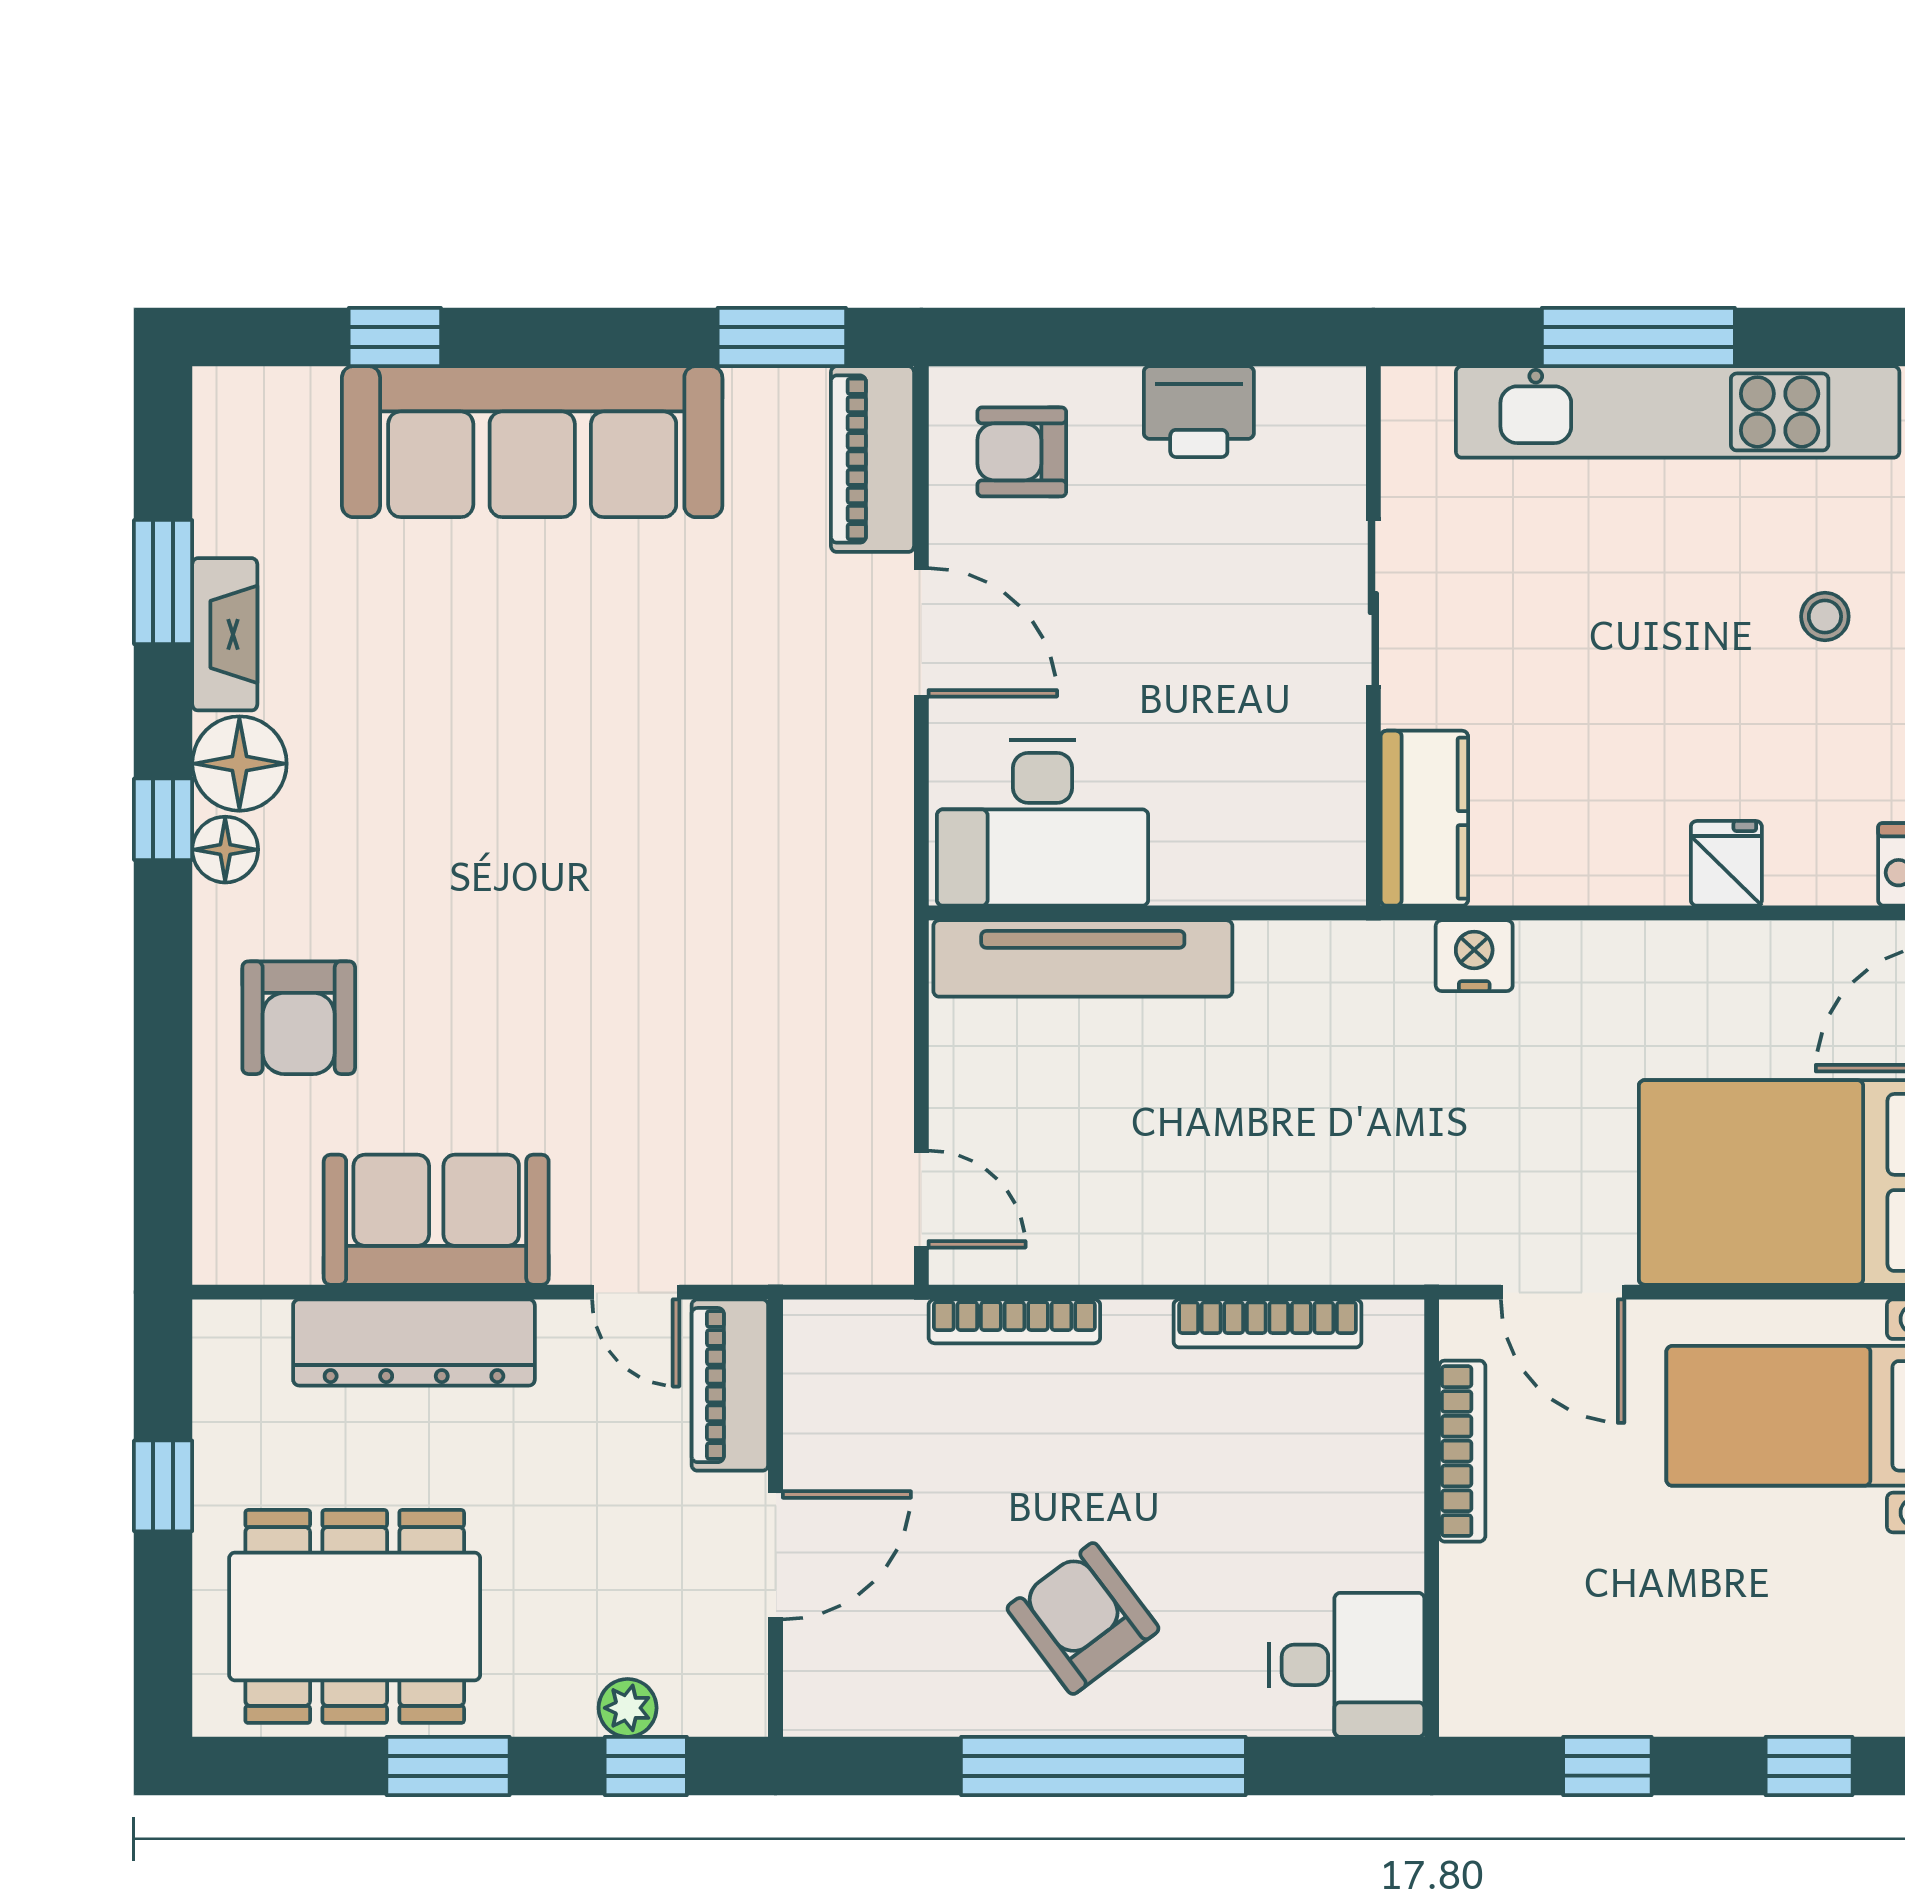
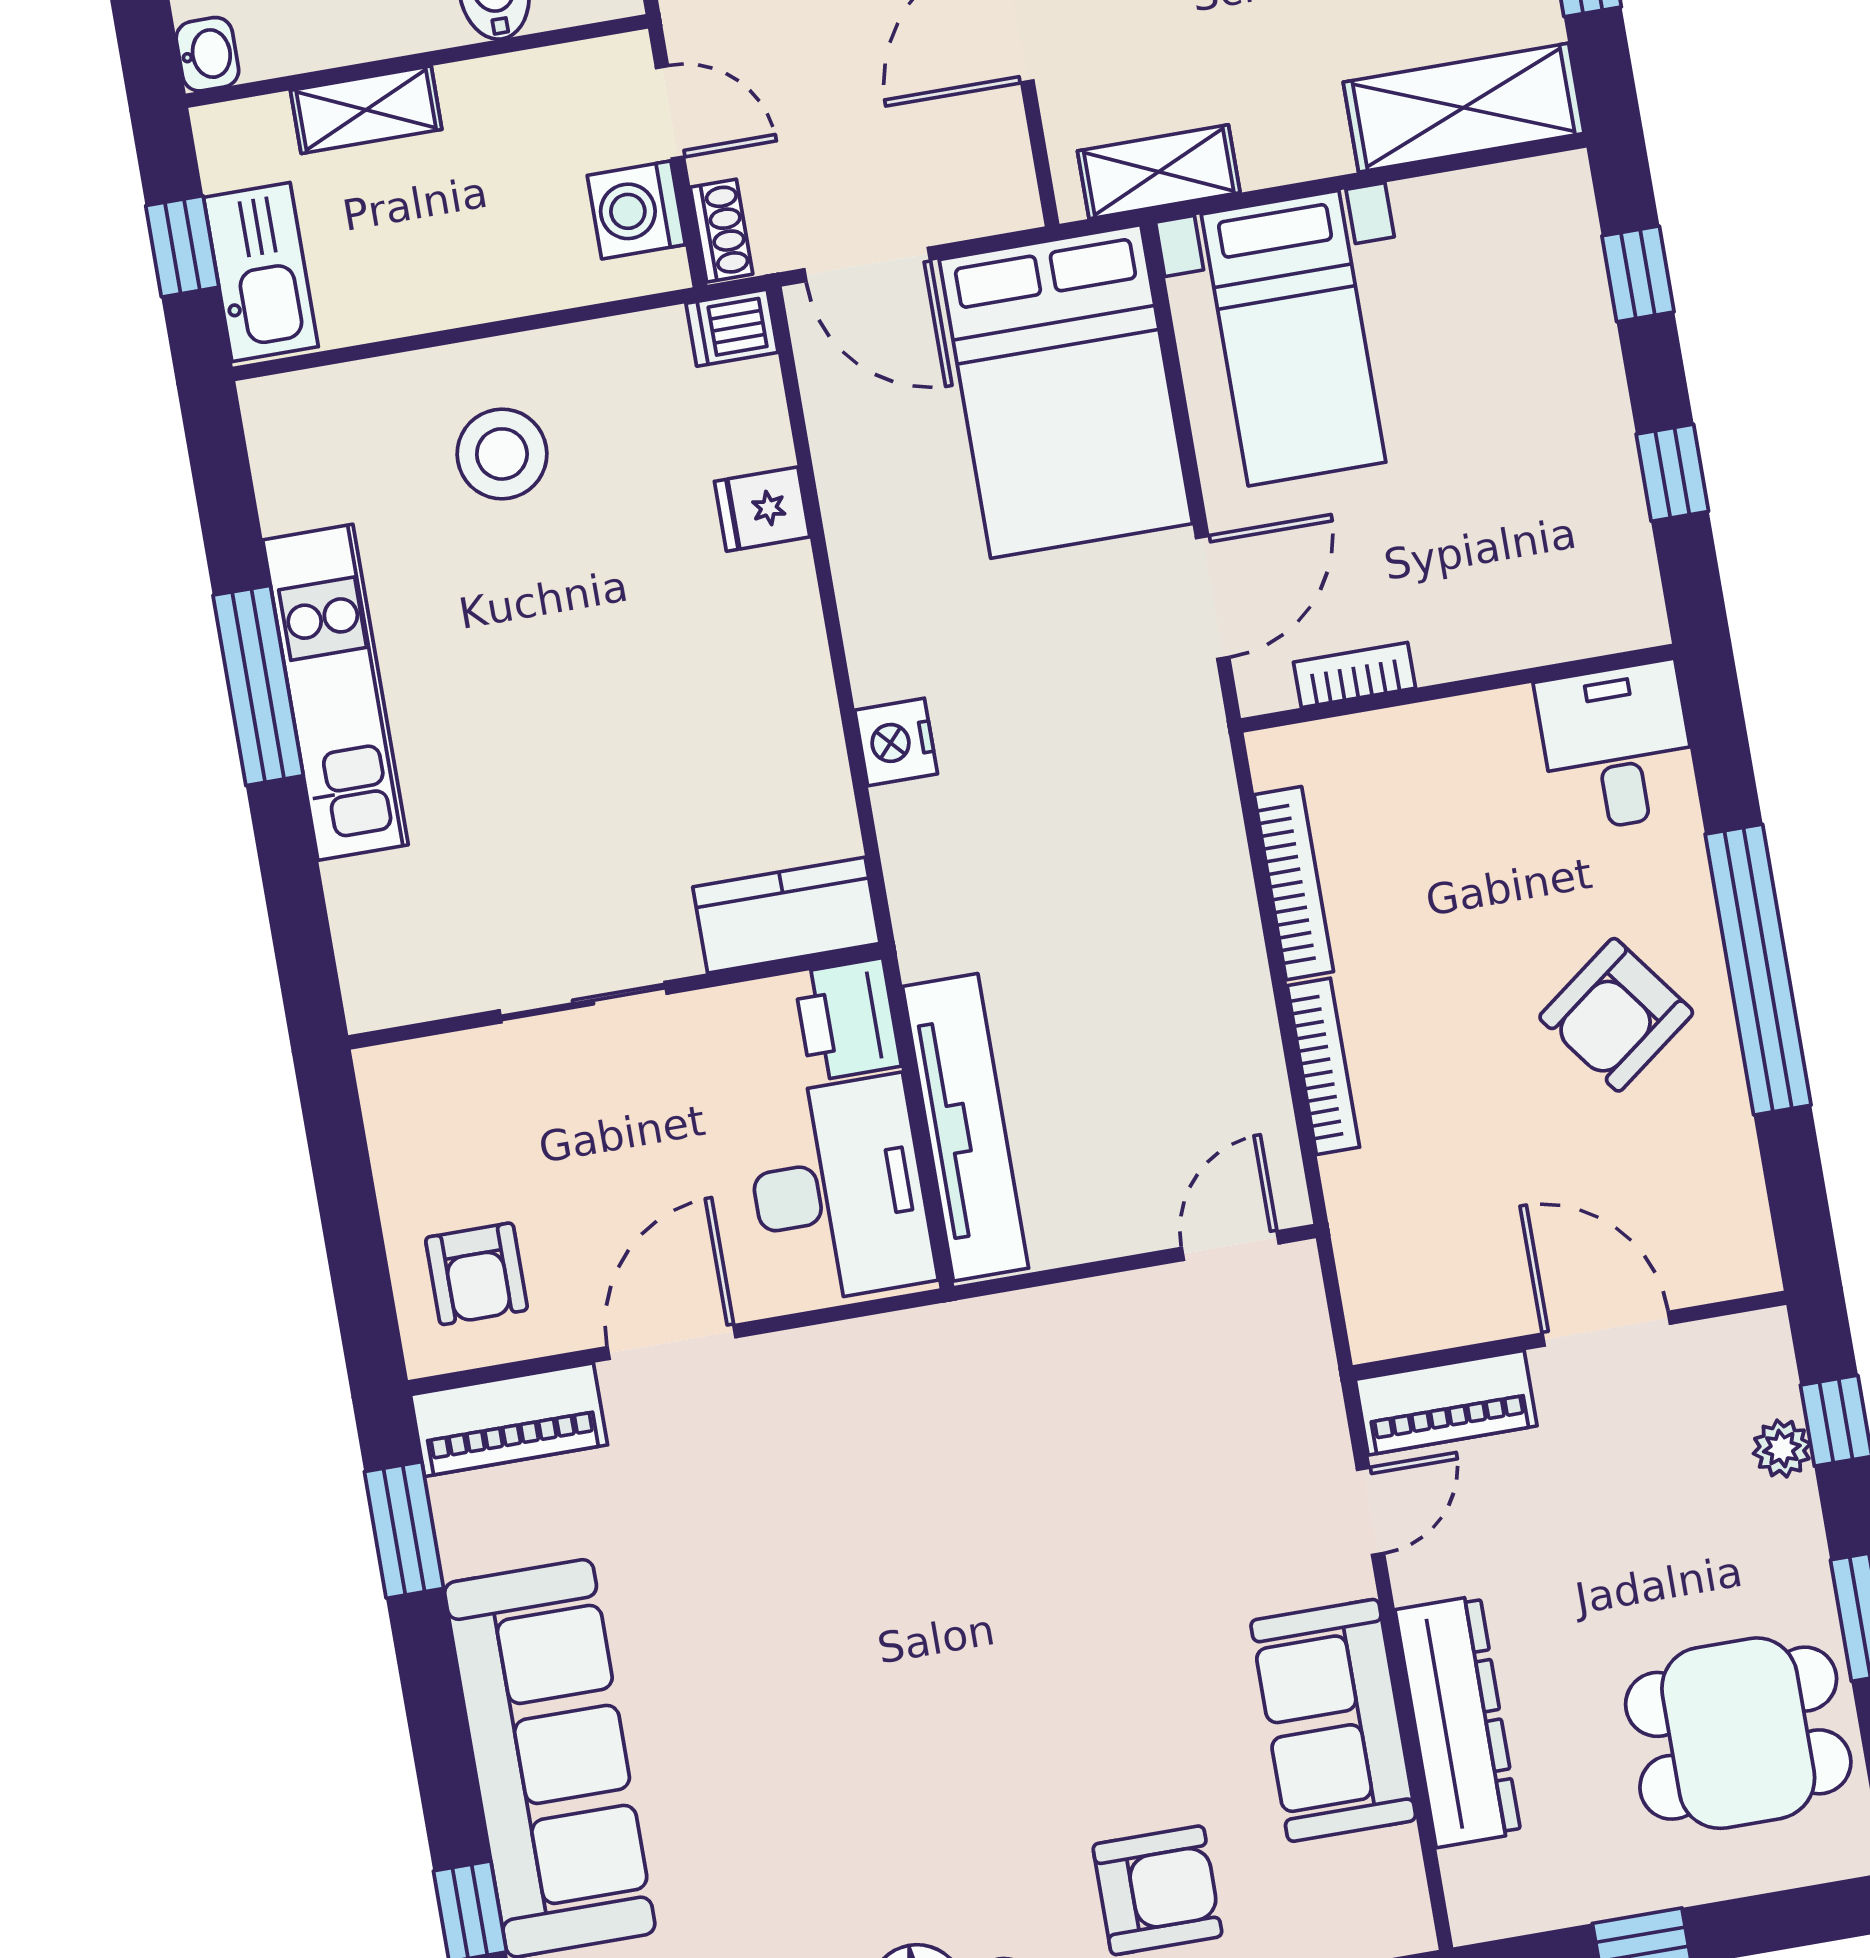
printer: (1199, 412) -> (847, 1020), moved, turned 180
kitchen unit: (1678, 412) -> (335, 692), width x0.73
sliding door: (1373, 603) -> (583, 1002), moved
stool: (1825, 616) -> (502, 454), width x1.89, depth x1.89
wall: (1373, 636) -> (615, 996), moved
kitchen counter: (1424, 818) -> (786, 915), moved
bookcase: (1014, 1321) -> (1323, 1066), moved
bookcase: (1462, 1451) -> (1354, 675), width x0.64
dining table: (355, 1616) -> (1738, 1733), width x0.73

